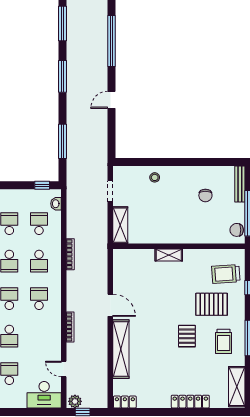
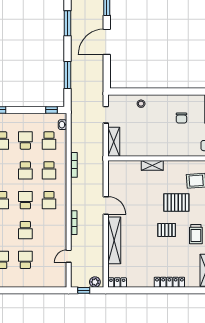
door: (112, 100) -> (107, 42), width x1.87
school desk: (39, 224) -> (49, 140), turned 180
school desk: (39, 299) -> (49, 200), turned 180
pallet: (212, 304) -> (176, 202), moved
pallet: (187, 336) -> (167, 230), turned 90
door: (64, 369) -> (69, 256), hinge flipped
desk: (44, 395) -> (53, 277), removed
plant: (75, 401) -> (95, 282), moved

